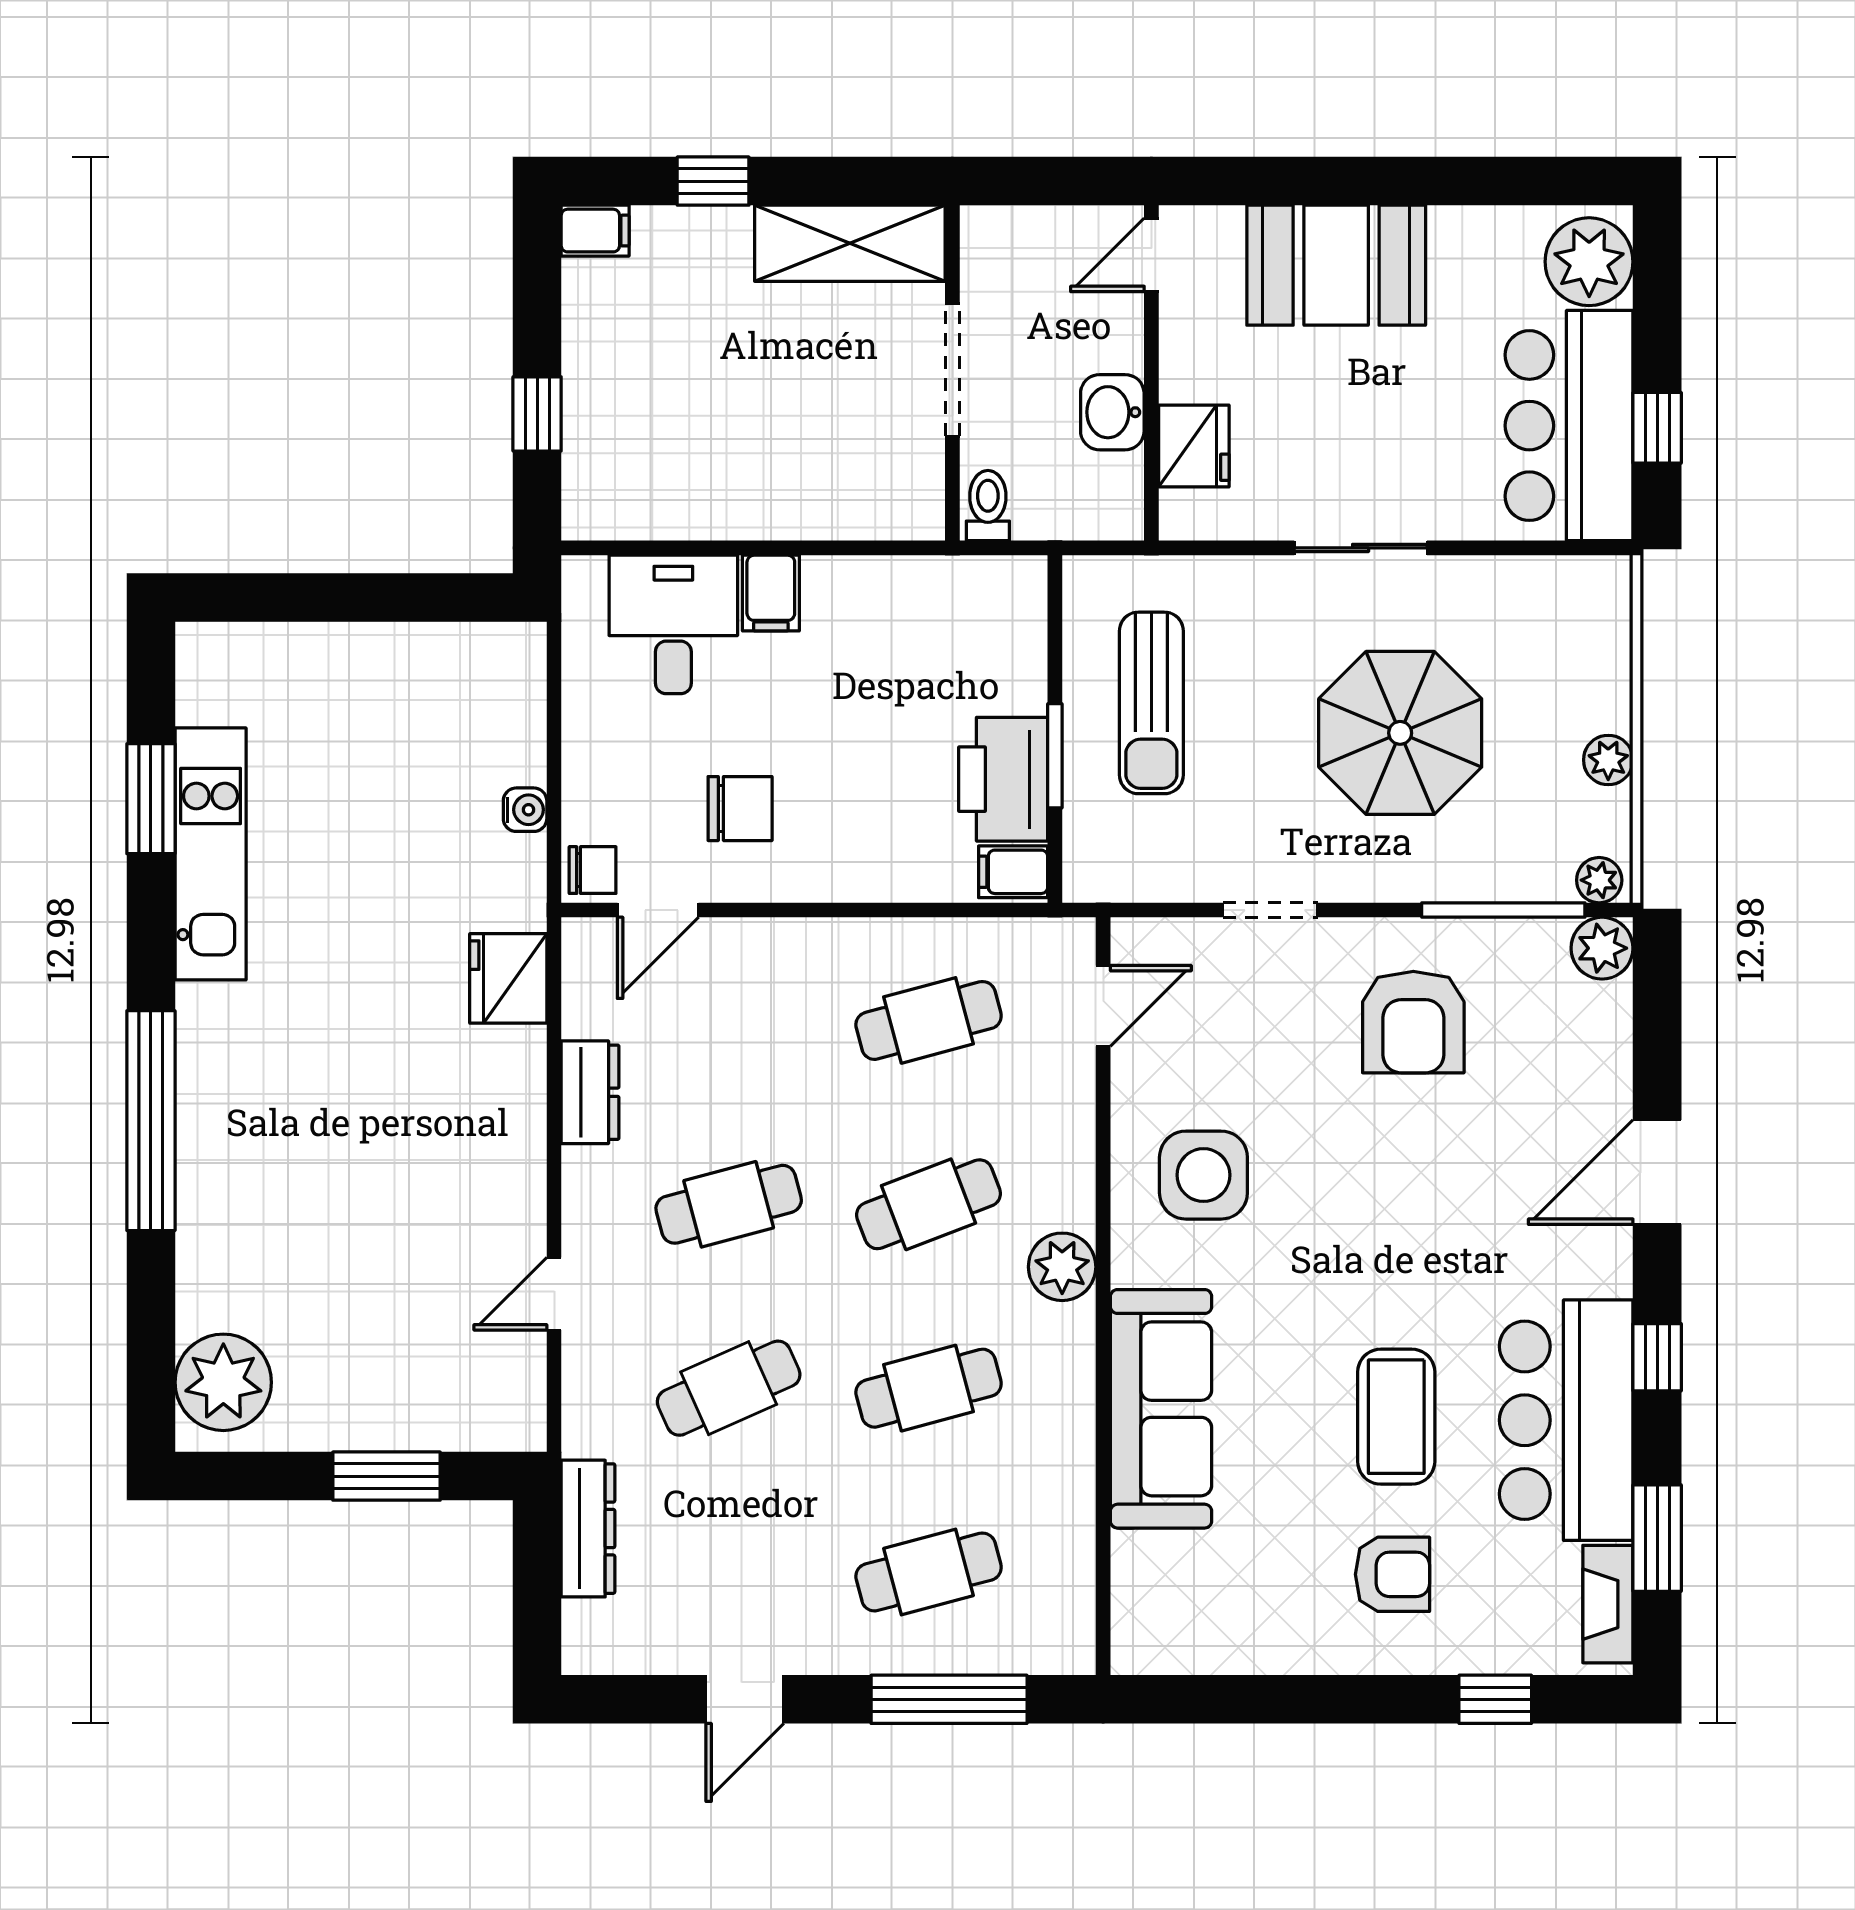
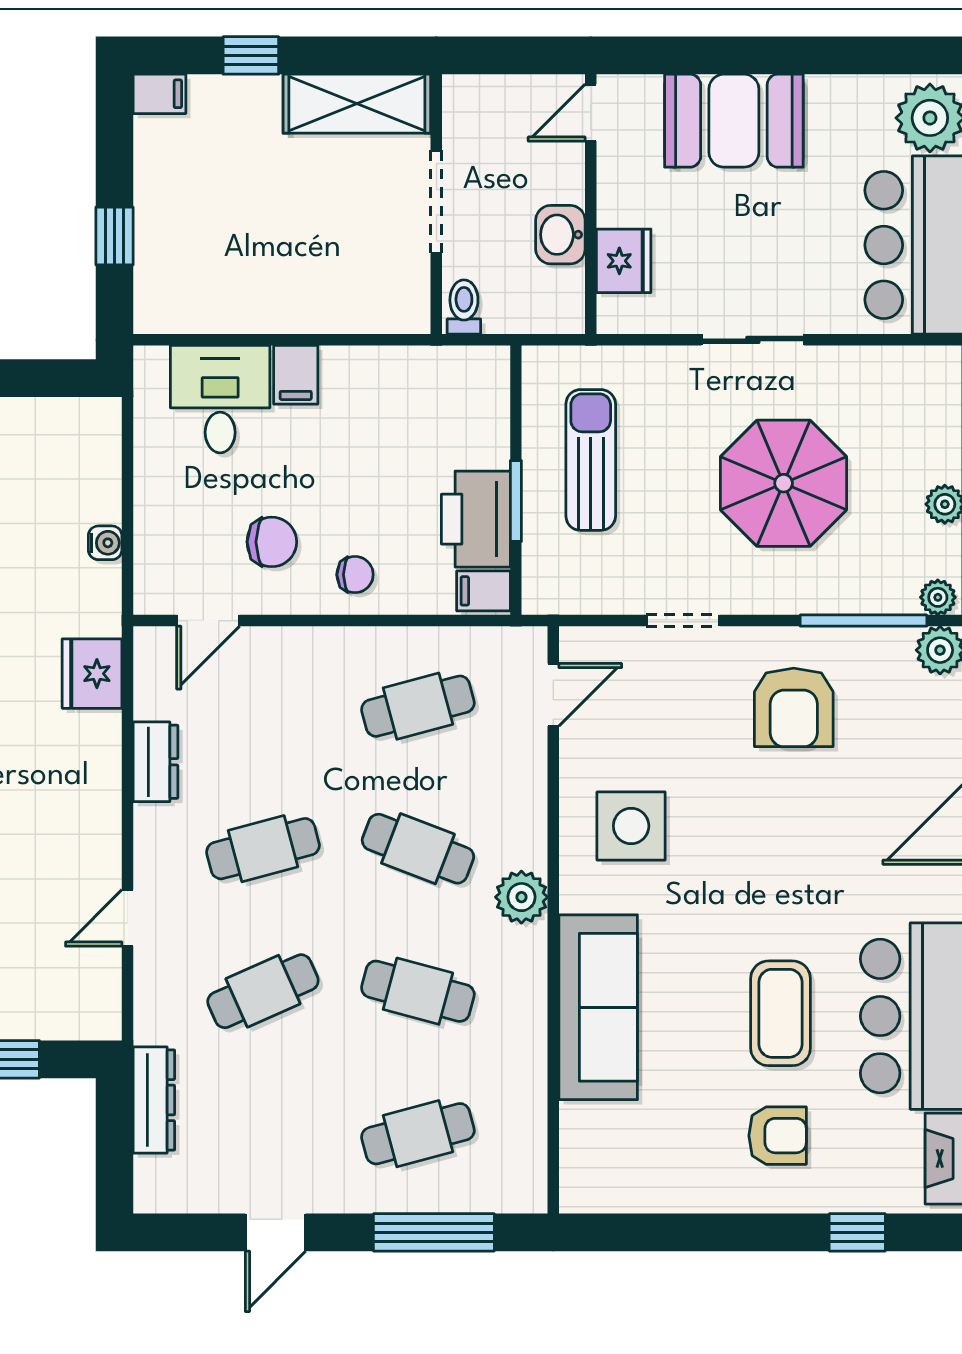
sun lounger: (1151, 703) -> (591, 460), turned 180
chair: (593, 870) -> (355, 575), moved
cafe table: (929, 1204) -> (418, 849), turned 42
cafe table: (929, 1388) -> (418, 991), turned 30

